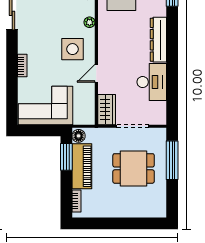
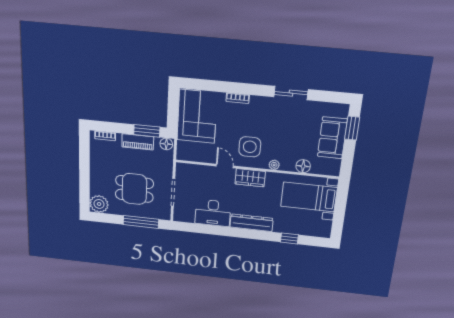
wardrobe: (107, 110) -> (250, 178), moved
piano: (82, 166) -> (138, 142), width x0.73, depth x0.75
dining table: (134, 168) -> (134, 189), turned 90
plant: (156, 207) -> (99, 204), added

